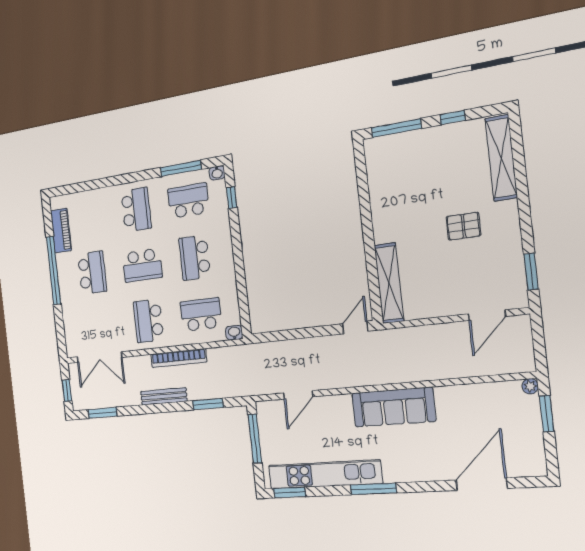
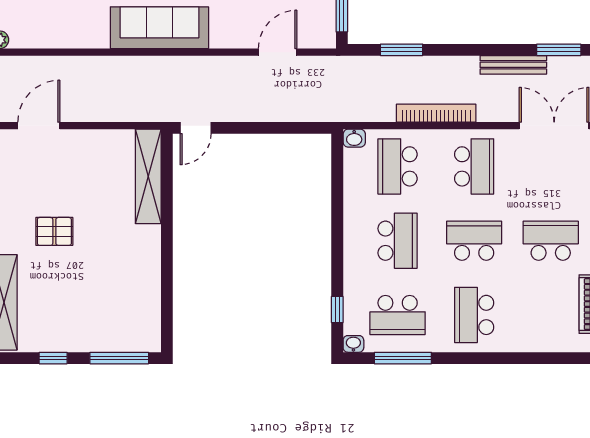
school desk: (92, 273) -> (551, 241), turned 90
school desk: (201, 315) -> (398, 166), turned 90
bench: (164, 396) -> (513, 65), moved

